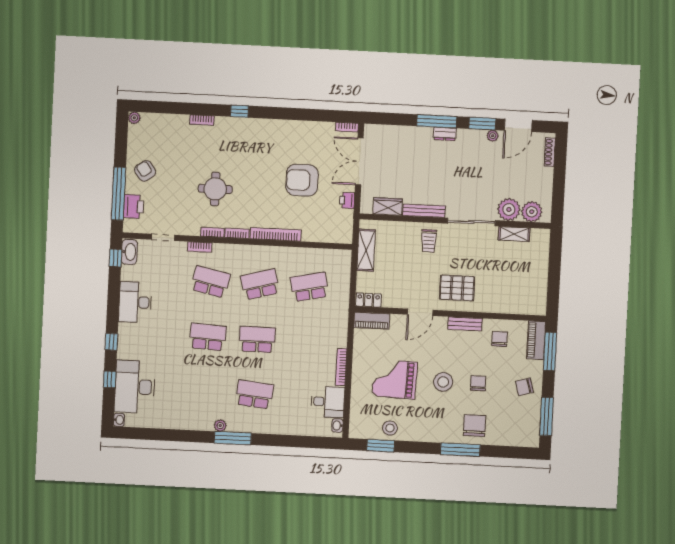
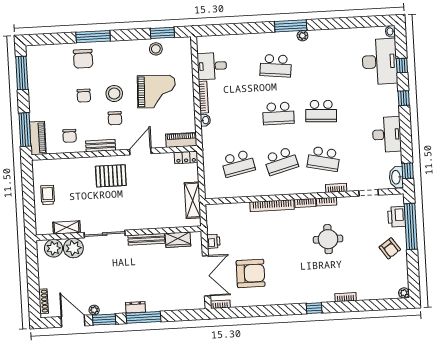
door: (518, 125) -> (73, 321), hinge flipped
armchair: (302, 180) -> (251, 273), moved
trolley: (429, 241) -> (48, 195), moved
chair: (524, 387) -> (115, 118), moved, turned 106
washbasin: (337, 425) -> (205, 120), moved

